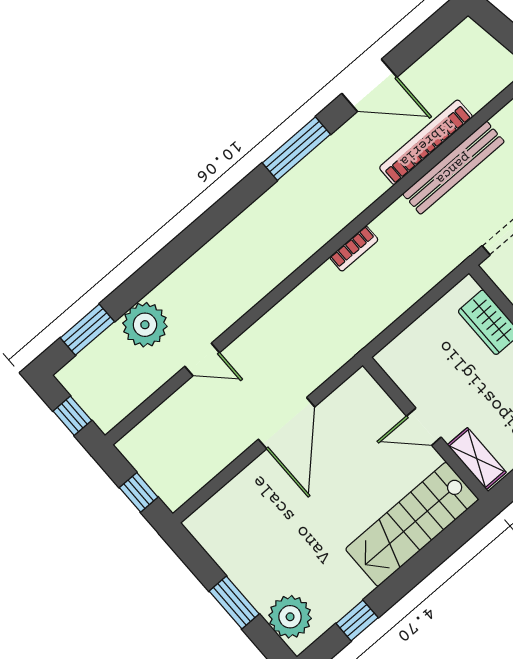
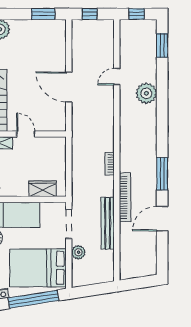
bookcase: (426, 142) -> (125, 197), moved
plant: (145, 325) -> (146, 93), moved
door: (424, 427) -> (26, 134), hinge flipped
window: (234, 603) -> (43, 14), moved

